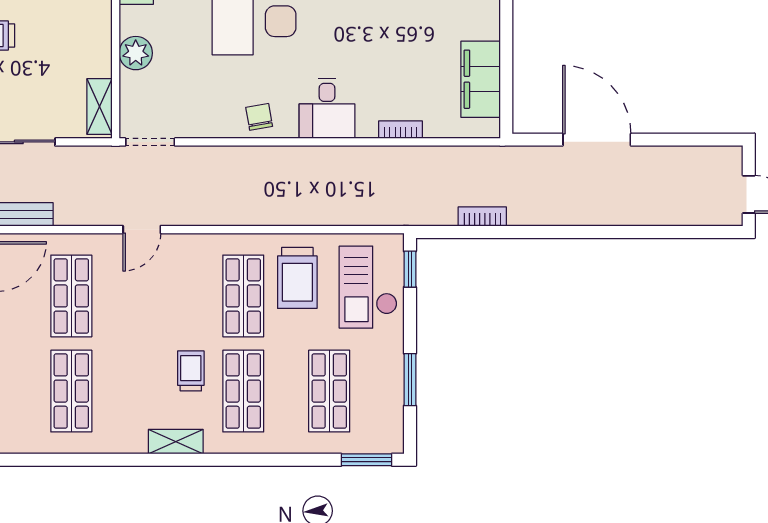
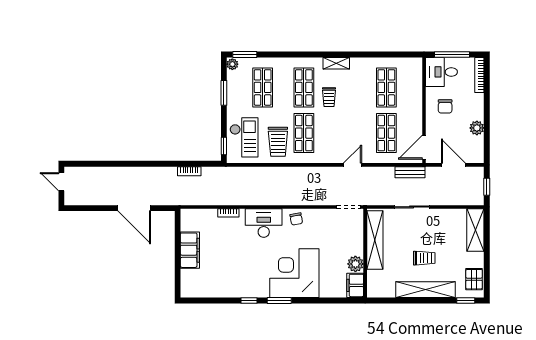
plant: (136, 53) -> (355, 264), moved
filing cabinet: (481, 79) -> (190, 250), moved
shelving: (99, 107) -> (375, 240), width x2.20, depth x1.33
desk: (327, 109) -> (264, 223), width x1.37
trolley: (297, 278) -> (278, 142), turned 180
plant: (392, 440) -> (232, 64), added

